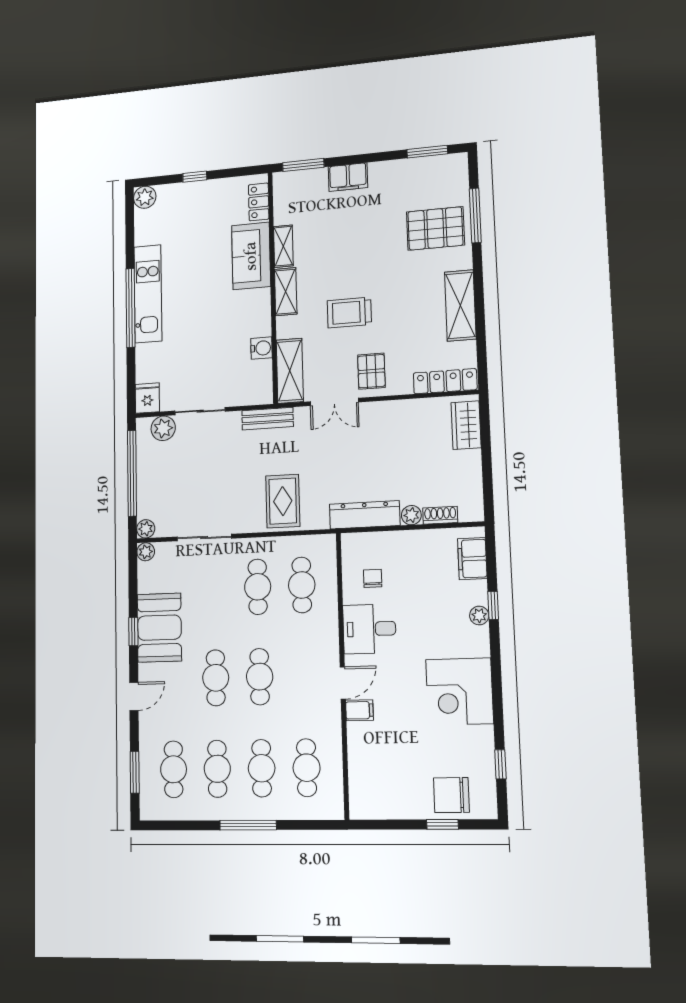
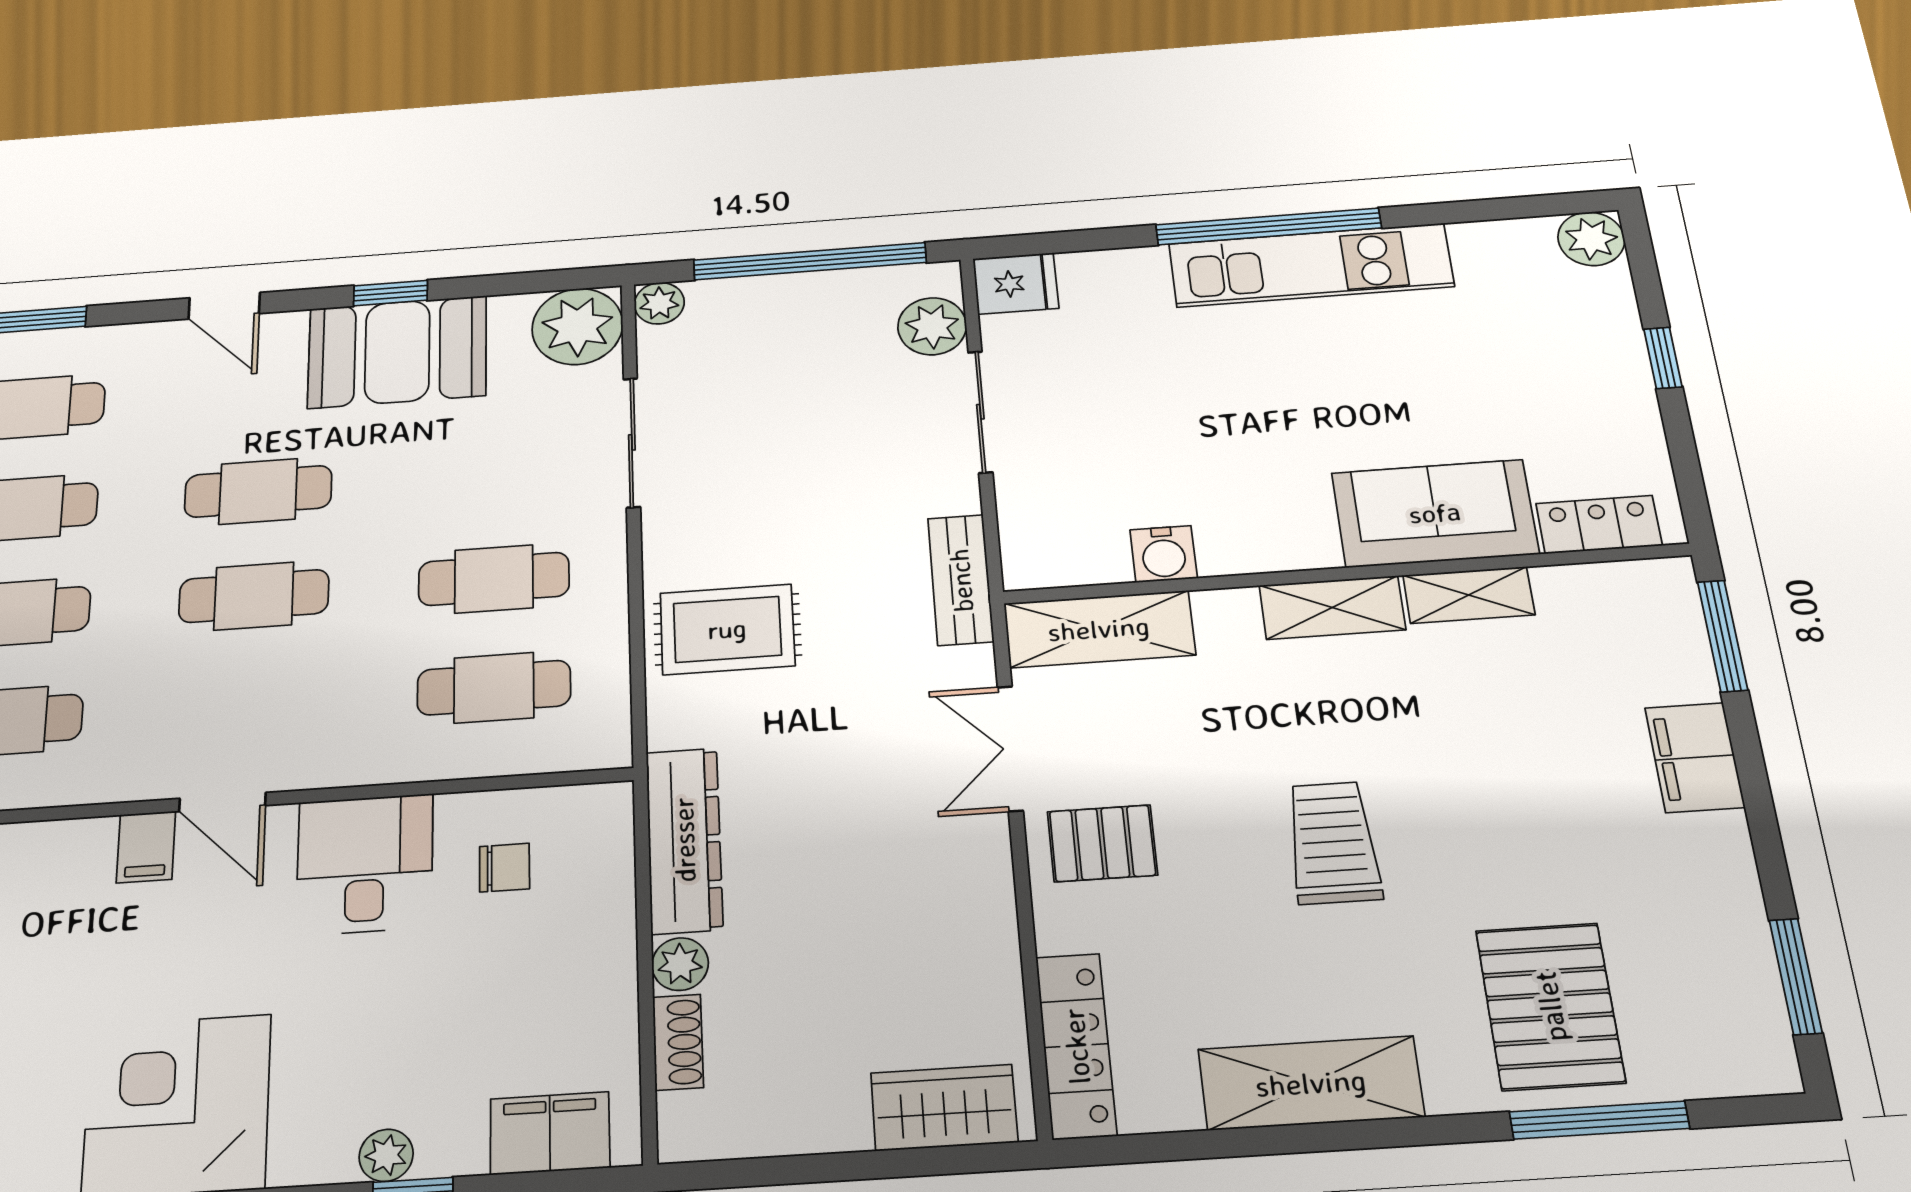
trolley: (349, 312) -> (1333, 843), moved
plant: (146, 552) -> (577, 326), width x1.87, depth x1.87

